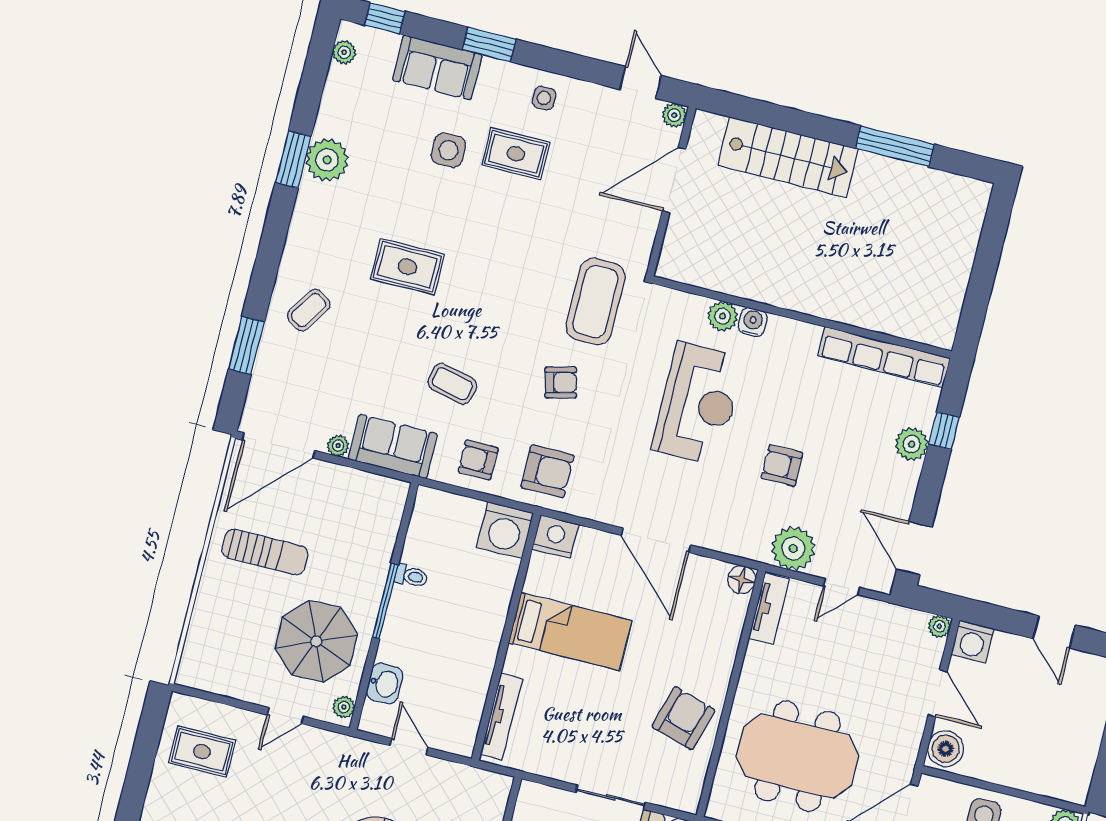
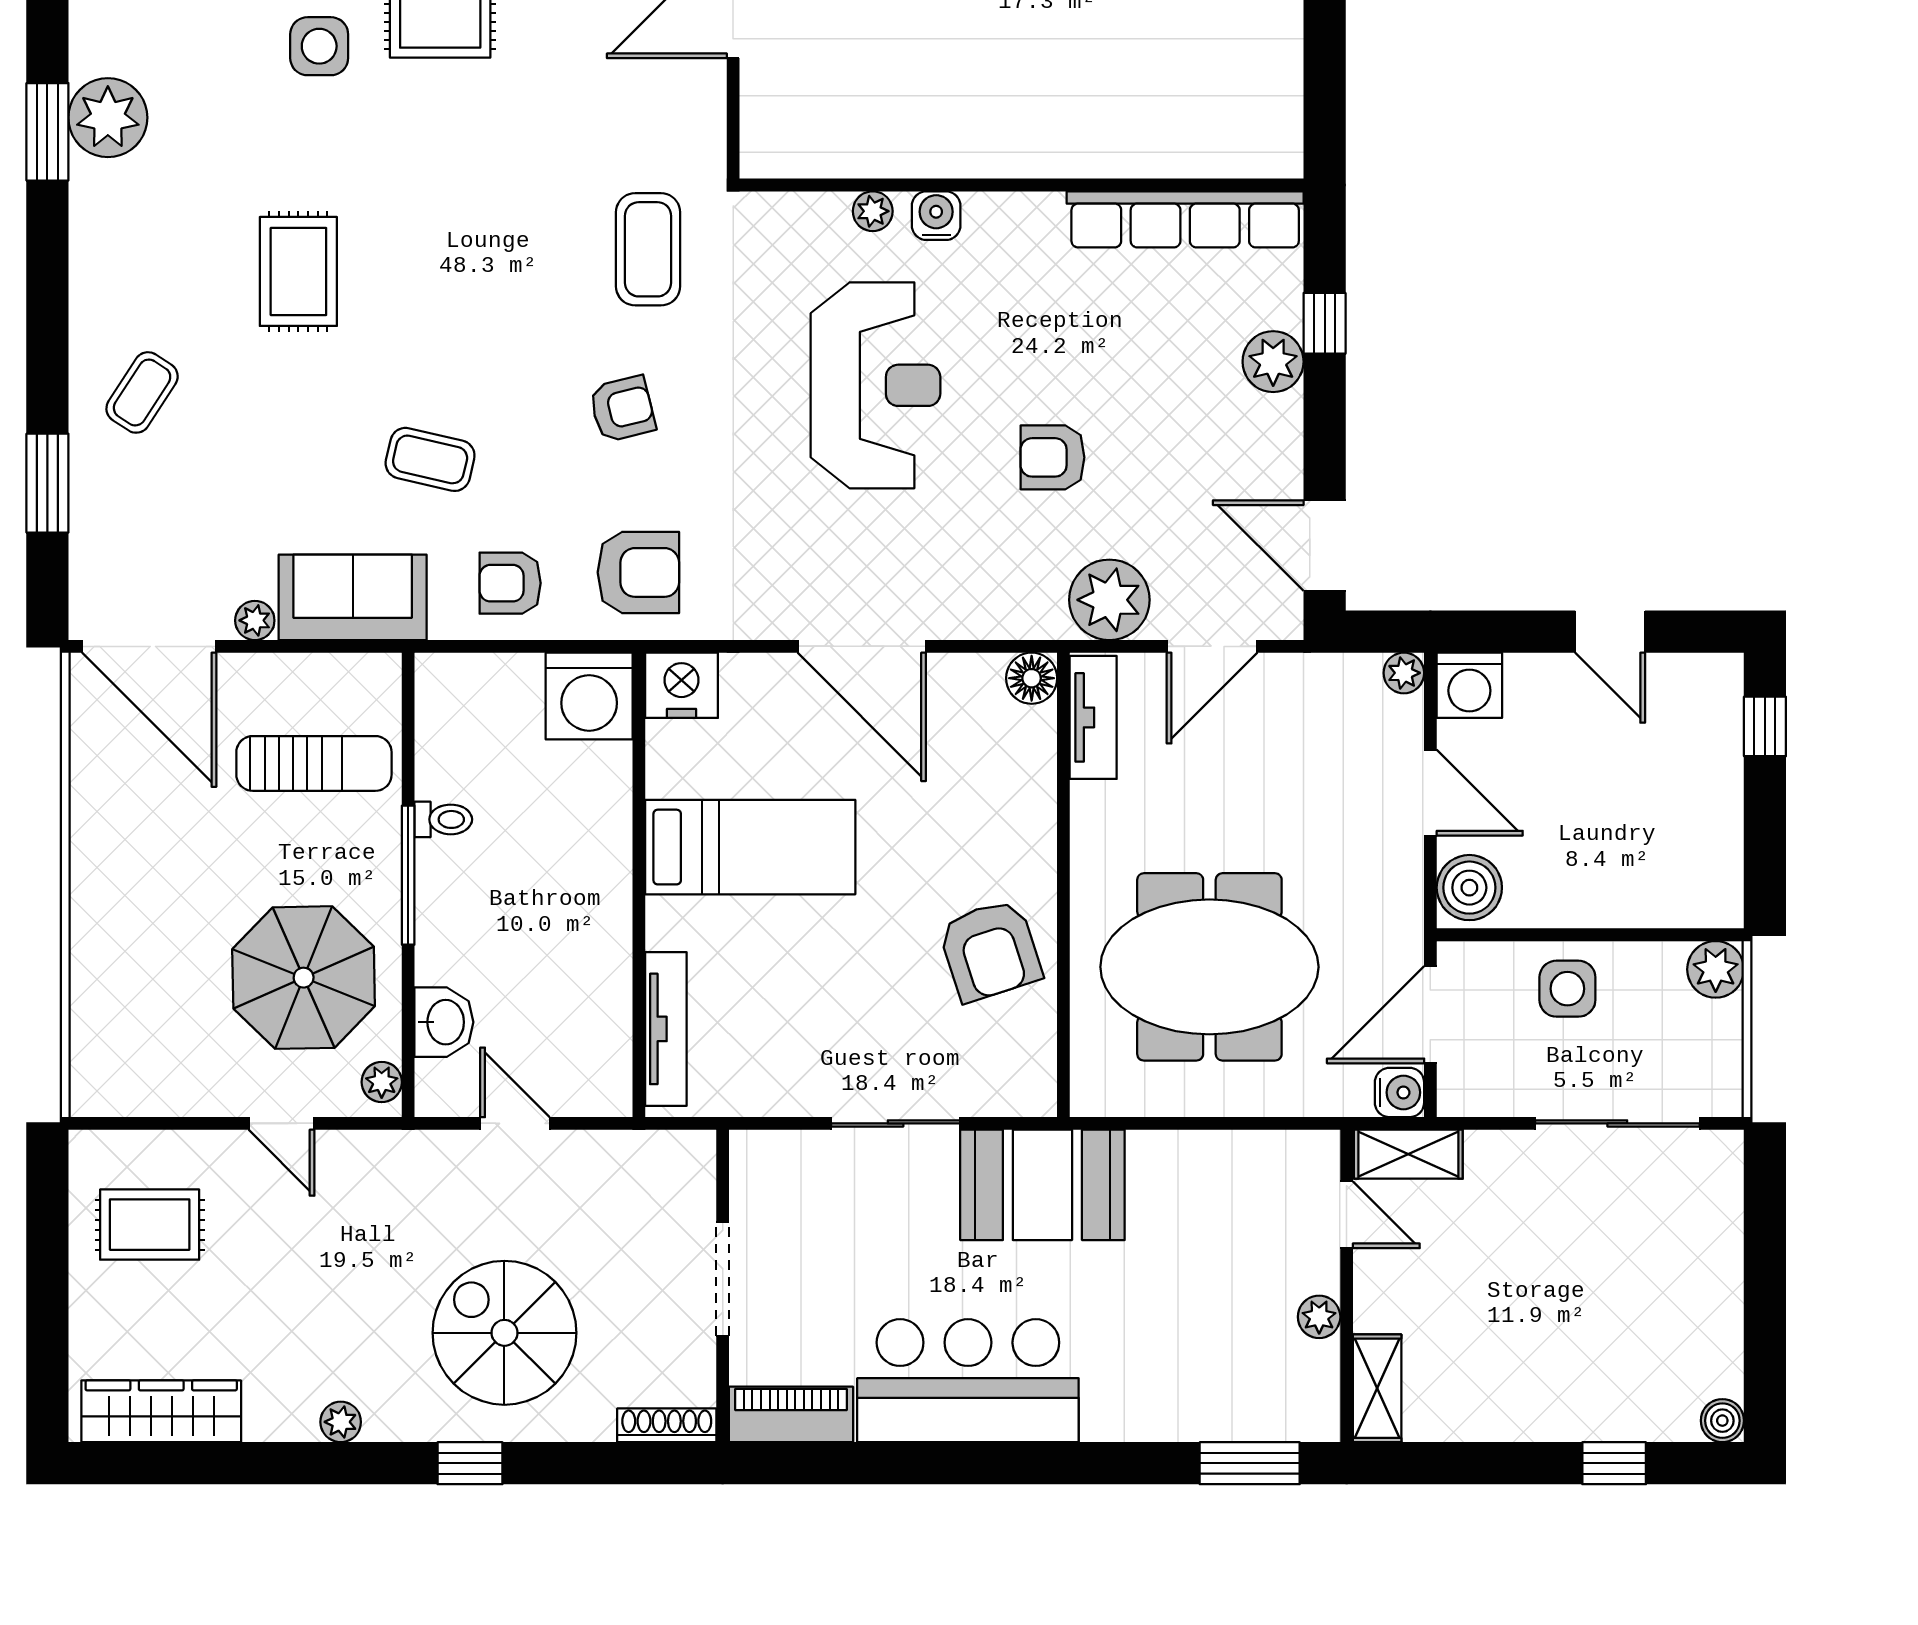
rug: (407, 267) -> (298, 271), turned 90
coffee table: (596, 301) -> (648, 249), width x0.73, depth x0.76
plant: (723, 316) -> (873, 211), width x0.73, depth x0.73
door: (279, 445) -> (149, 646), hinge flipped
sun lounger: (265, 552) -> (314, 763), moved
door: (841, 587) -> (1212, 646), width x1.38
door: (285, 716) -> (281, 1123), hinge flipped
armchair: (683, 718) -> (990, 950), turned 146

